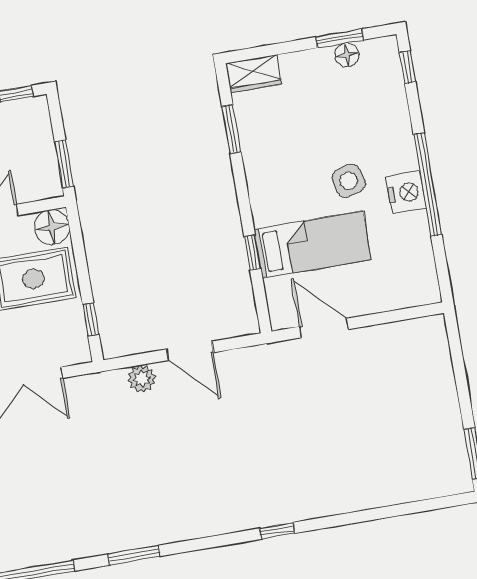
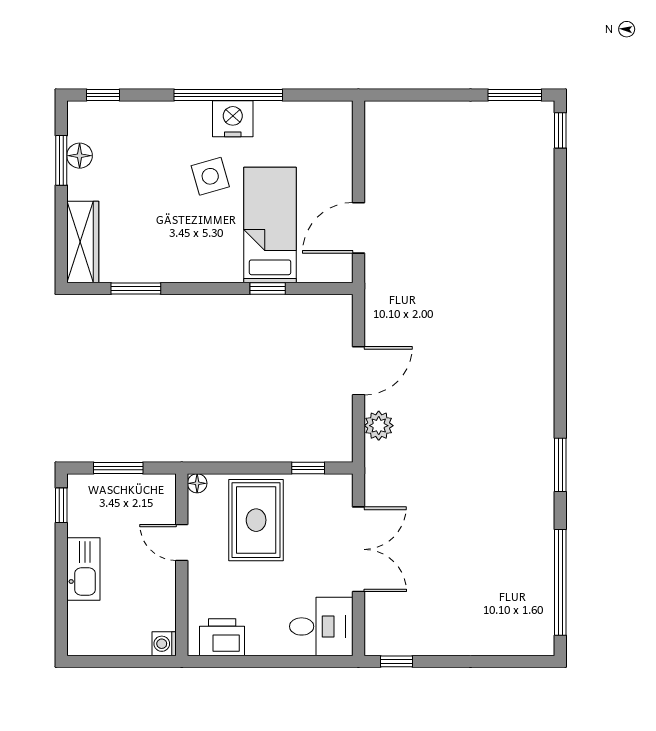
wardrobe: (254, 74) -> (83, 242), width x1.50
window: (64, 164) -> (118, 468), moved
floor lamp: (52, 227) -> (197, 483), width x0.53, depth x0.53
window: (277, 531) -> (560, 130), moved

